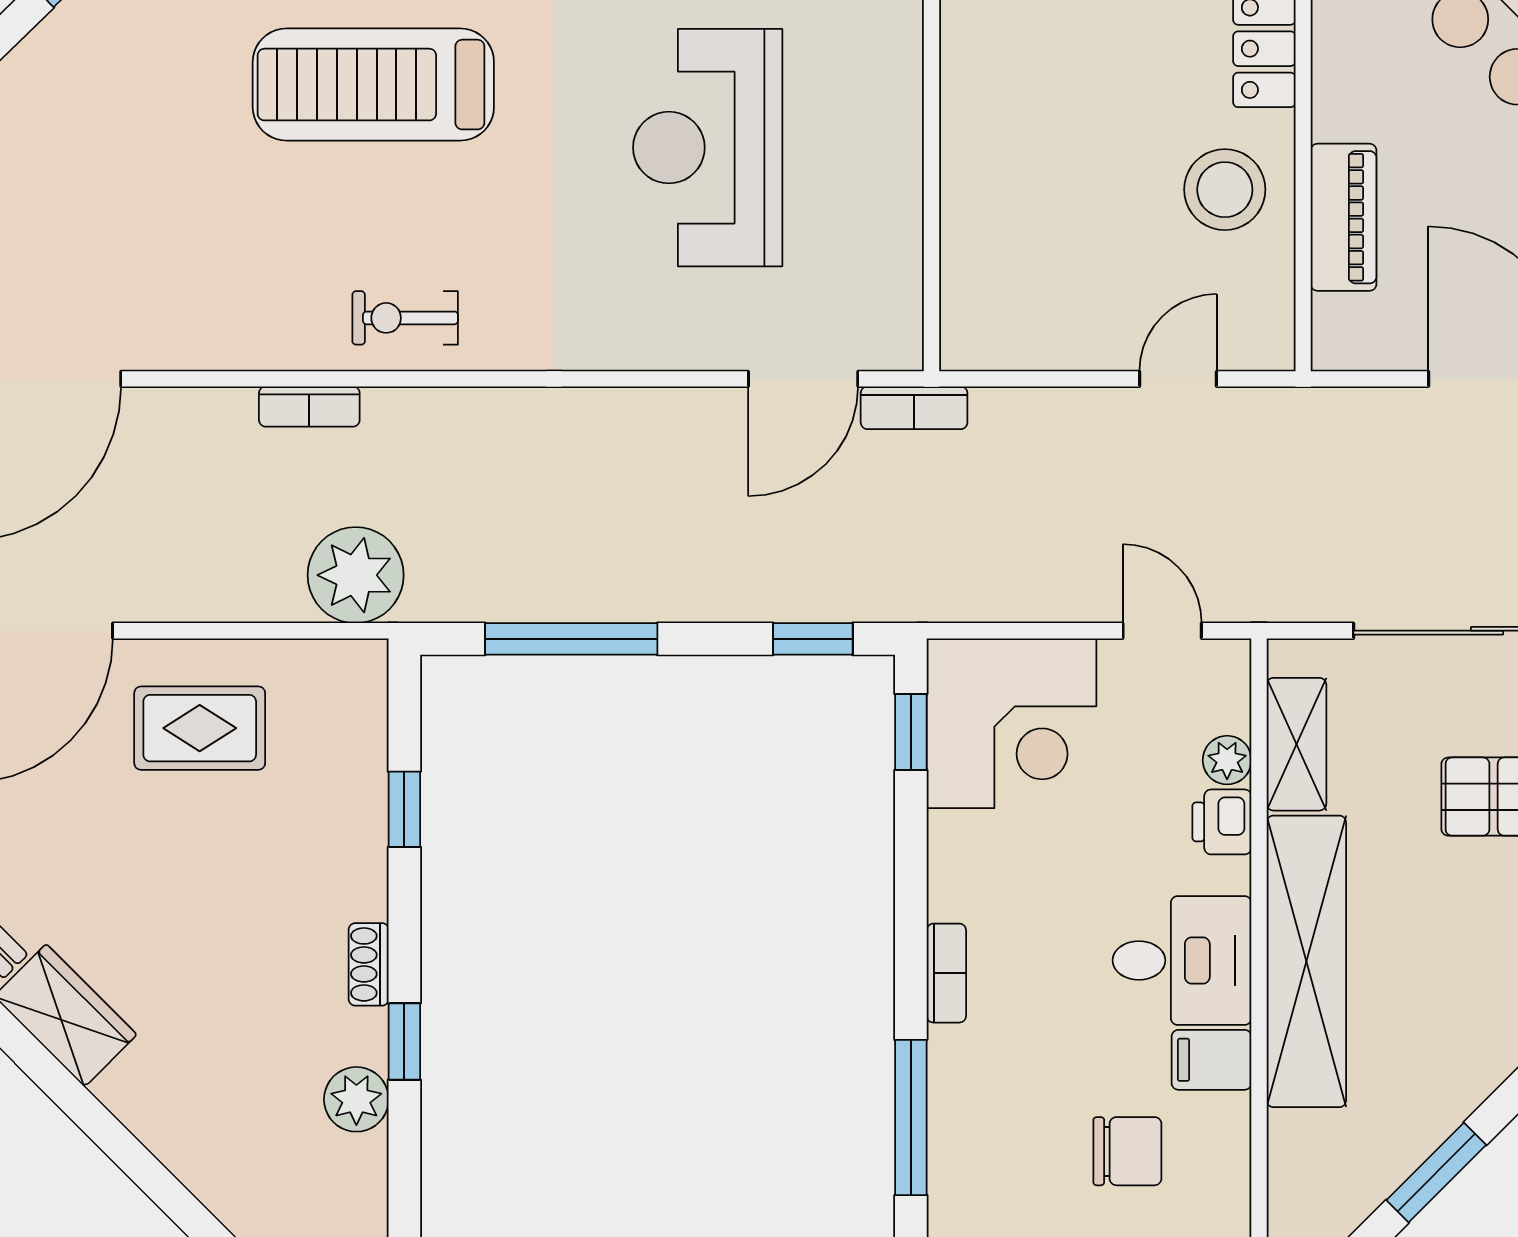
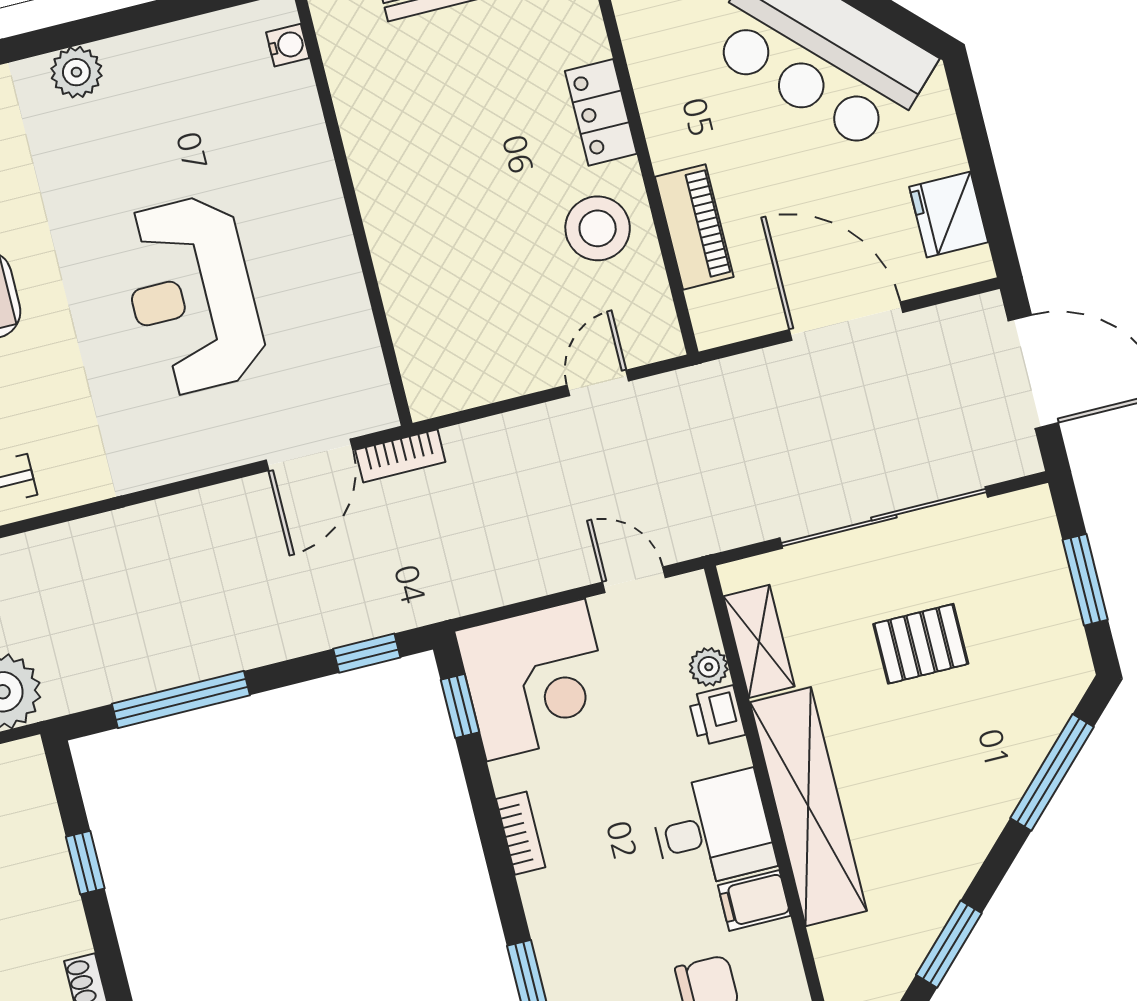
bookcase: (946, 973) -> (521, 833), moved

